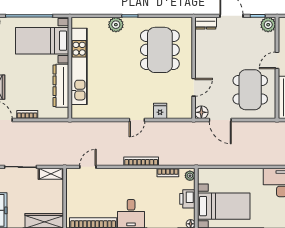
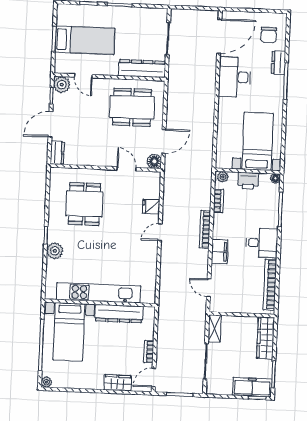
dining table: (160, 50) -> (84, 204), width x0.73
door: (277, 60) -> (83, 76), moved
door: (137, 120) -> (160, 232), swing flipped
filing cabinet: (121, 176) -> (220, 252), added

